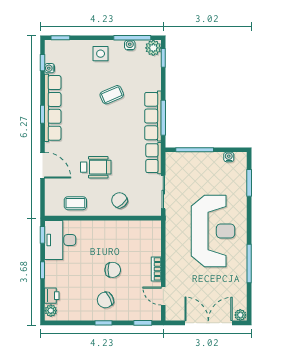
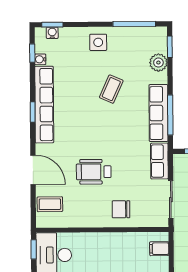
water cooler: (130, 45) -> (52, 33), moved
plant: (153, 48) -> (158, 63), moved
coffee table: (112, 95) -> (111, 89), turned -43
wheelchair: (96, 167) -> (94, 172), turned 180
chair: (119, 200) -> (121, 209), turned -49
coffee table: (75, 203) -> (50, 204), moved
filing cabinet: (153, 235) -> (159, 249), added

